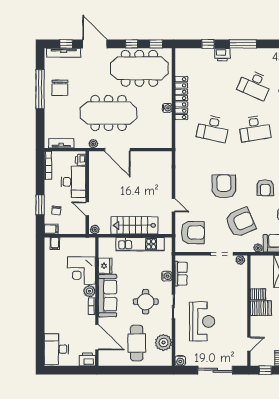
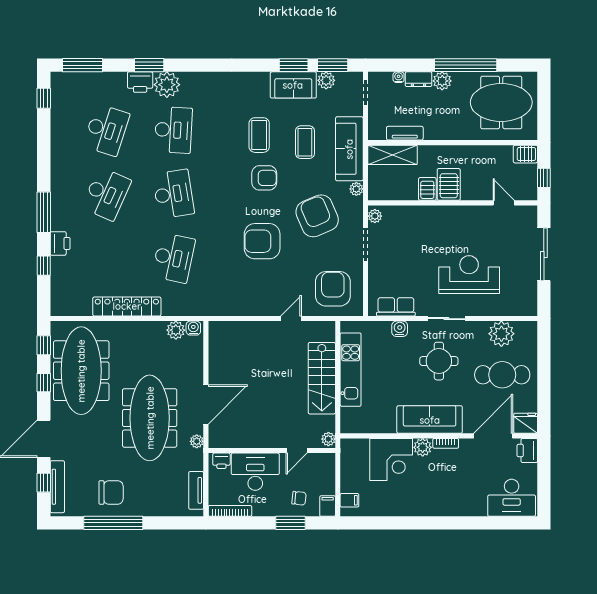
water cooler: (167, 108) -> (193, 328), moved
plant: (166, 130) -> (176, 330), added
fridge: (105, 266) -> (526, 423), moved
water cooler: (180, 361) -> (529, 308), removed

